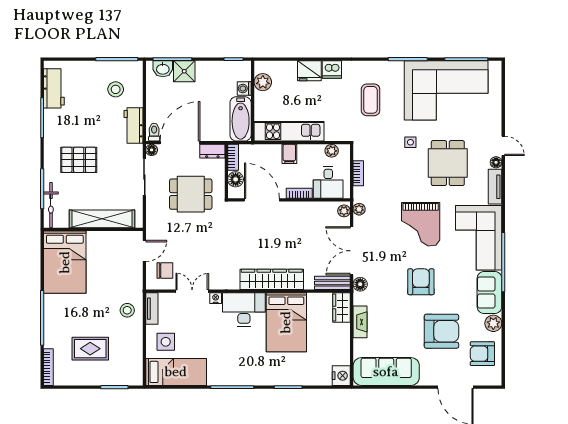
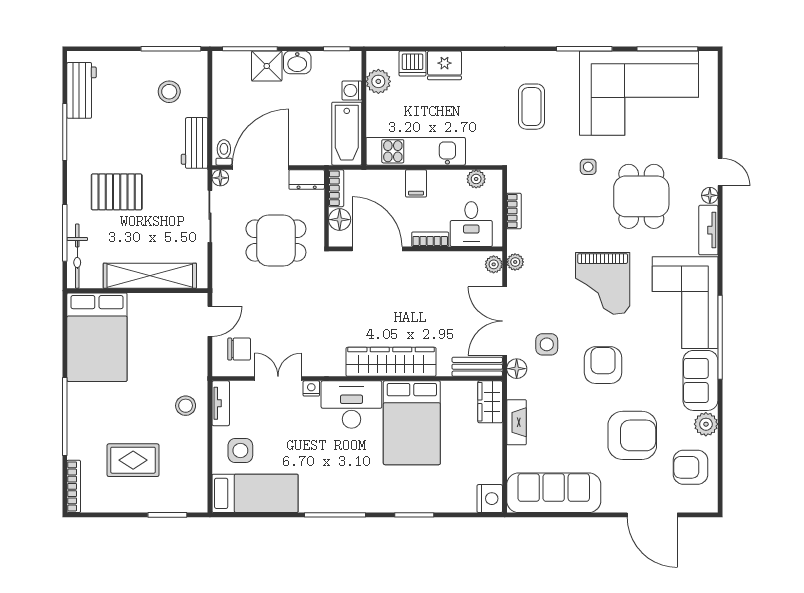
washbasin: (163, 69) -> (297, 62), moved
dishwasher: (332, 70) -> (412, 64), moved
side table: (381, 267) -> (547, 344), added

